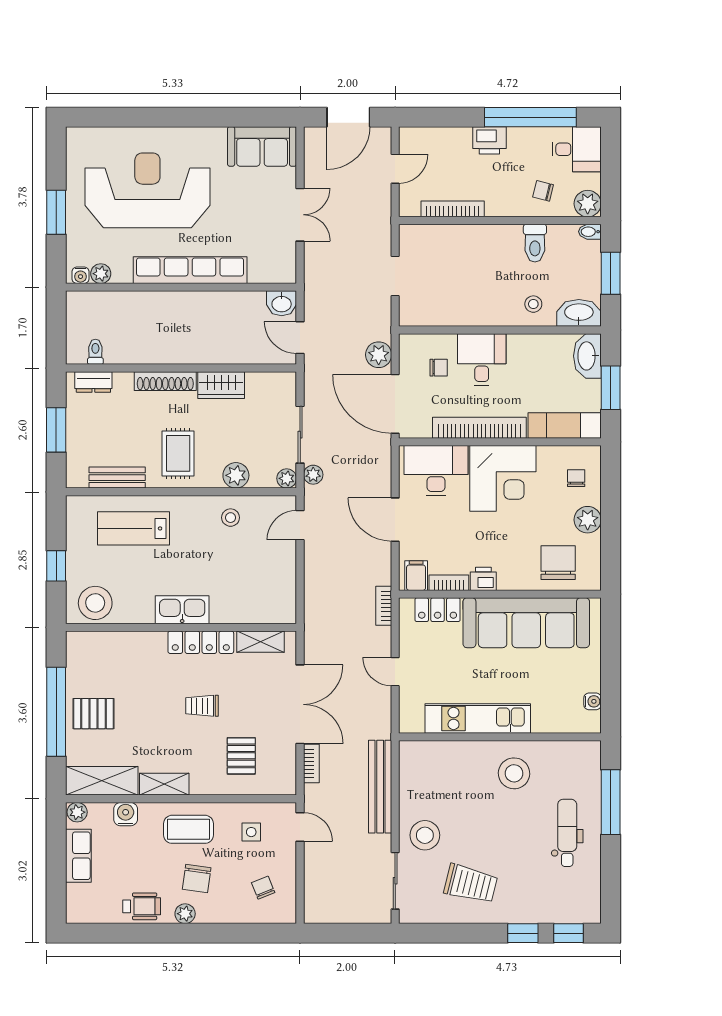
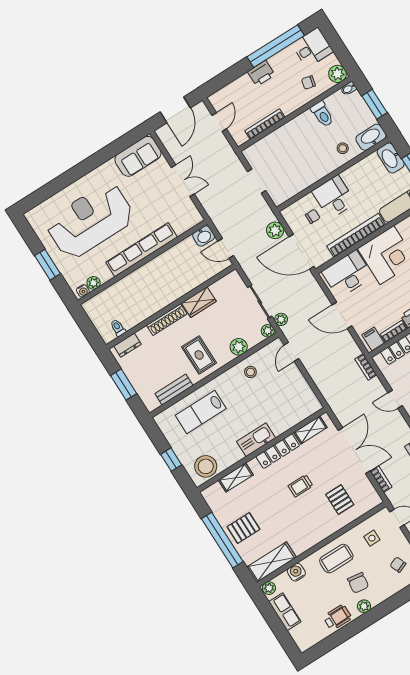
shelving: (164, 784) -> (236, 478), moved

